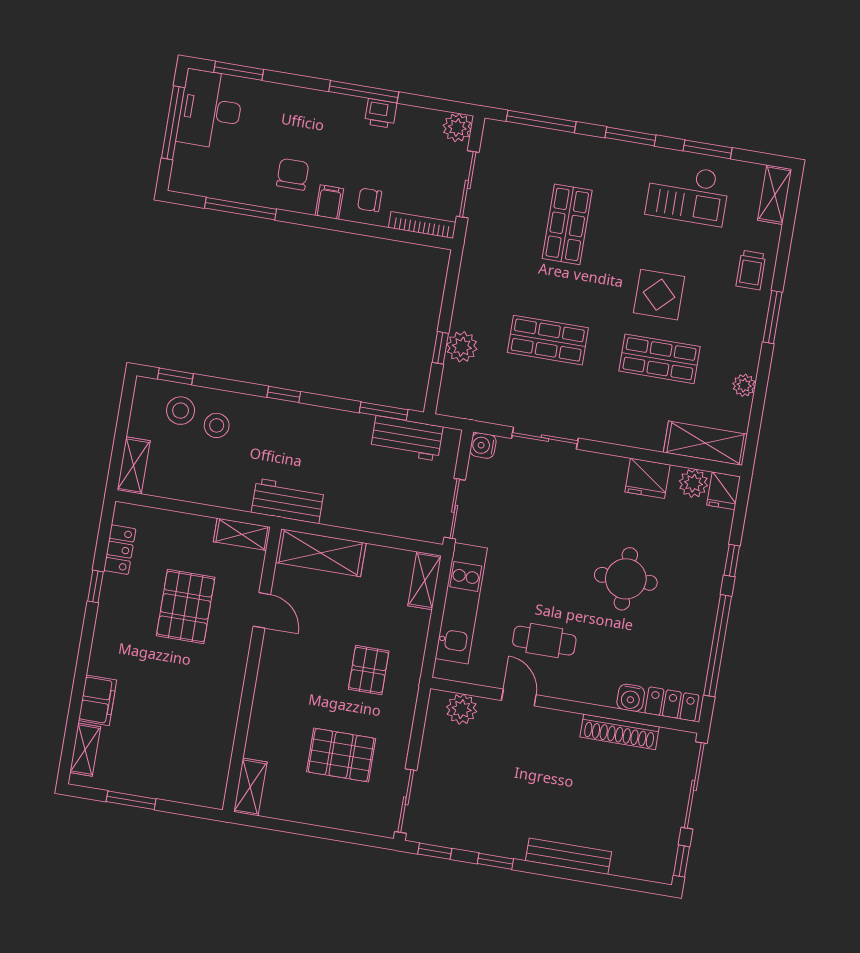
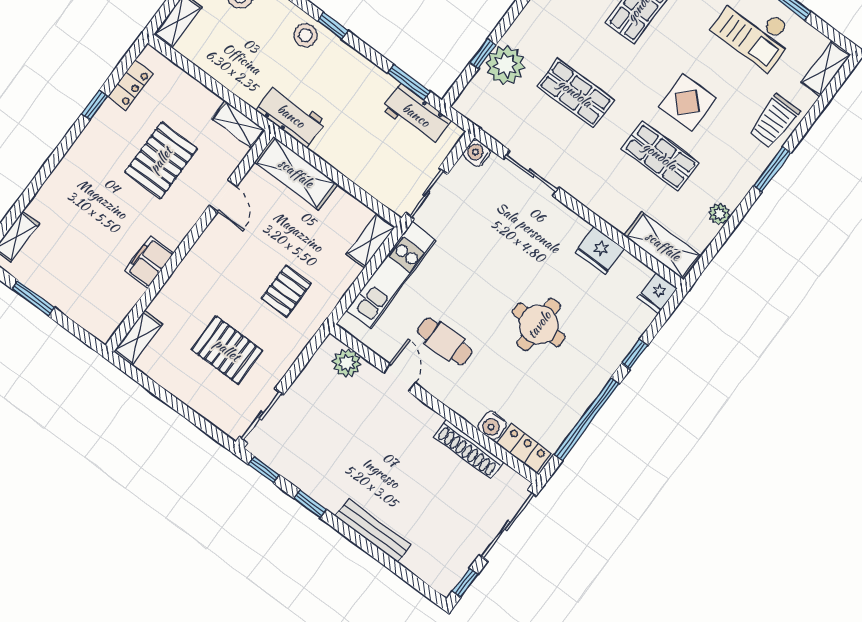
trolley: (751, 270) -> (774, 121), width x1.36, depth x1.39
plant: (462, 347) -> (505, 65), width x1.36, depth x1.36
stool: (217, 425) -> (306, 35), moved
plant: (693, 483) -> (636, 274), removed
filing cabinet: (98, 700) -> (149, 262), moved, turned 180

